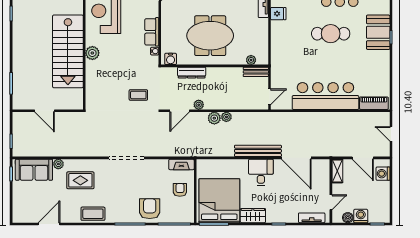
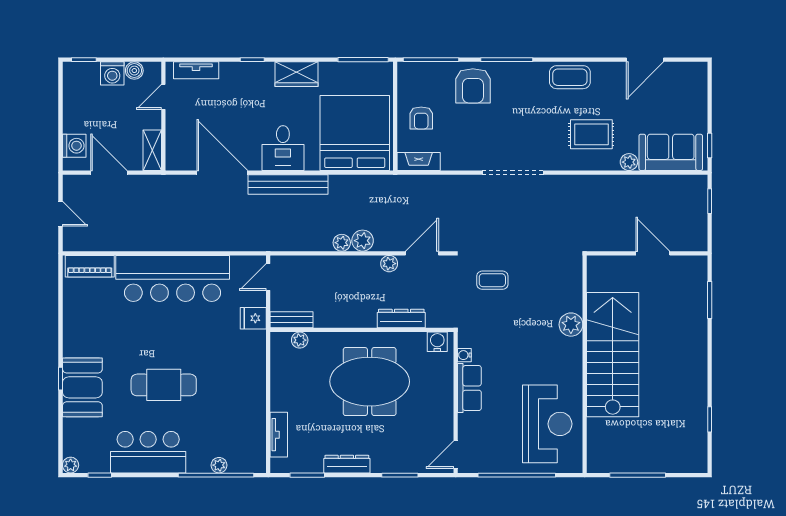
fridge: (278, 14) -> (253, 318), moved
plant: (92, 53) -> (571, 325), moved
bed: (219, 201) -> (355, 133), moved, turned 180

